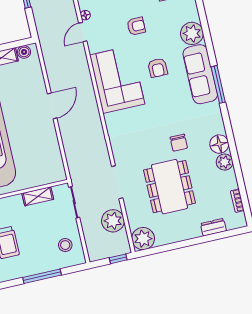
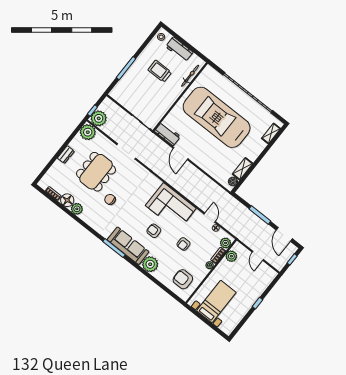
door: (52, 106) -> (181, 154), moved
floor lamp: (219, 144) -> (67, 200), moved
workbench: (55, 165) -> (167, 134), added
dining table: (169, 187) -> (96, 172), turned 90
shelving: (38, 196) -> (163, 109), removed
plant: (113, 221) -> (99, 118), moved
dresser: (213, 227) -> (66, 155), moved
stool: (65, 245) -> (127, 95), removed

